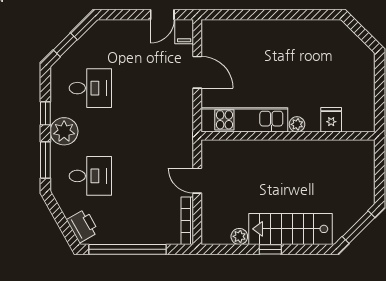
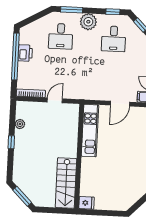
window: (45, 113) -> (113, 12), moved
fridge: (331, 120) -> (86, 203), moved
plant: (297, 124) -> (86, 162), removed
printer: (83, 226) -> (25, 53), moved, turned -61
stairs: (291, 229) -> (66, 183), moved, turned 180

